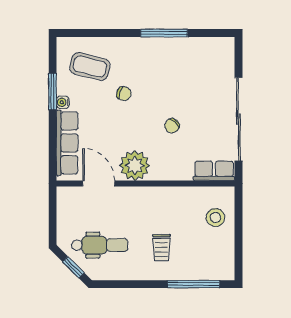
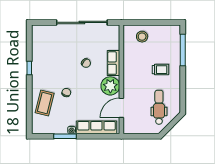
window: (164, 33) -> (29, 68), width x0.46
coffee table: (90, 67) -> (45, 103), moved
row of seats: (214, 171) -> (113, 63), moved
window: (73, 267) -> (173, 123), removed

